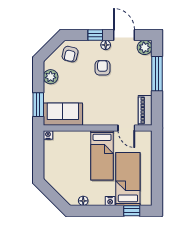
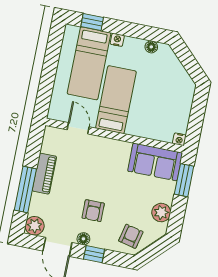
piano: (145, 110) -> (44, 174), moved

